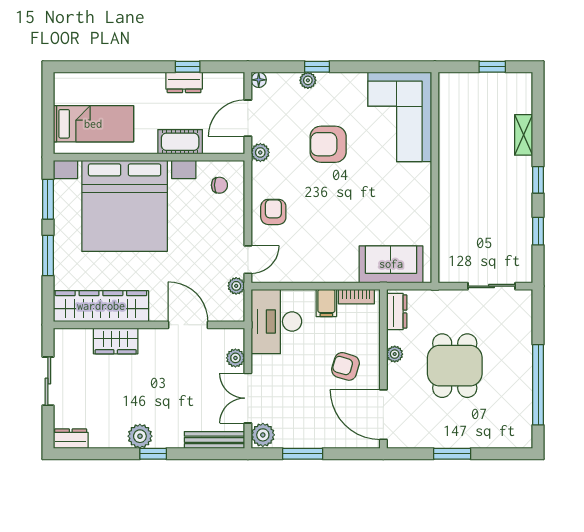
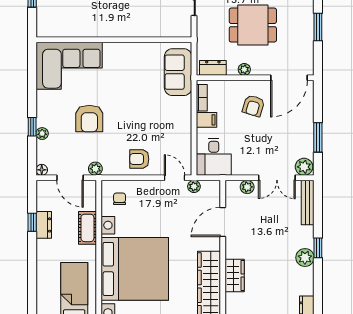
desk: (276, 321) -> (214, 157), width x0.73

